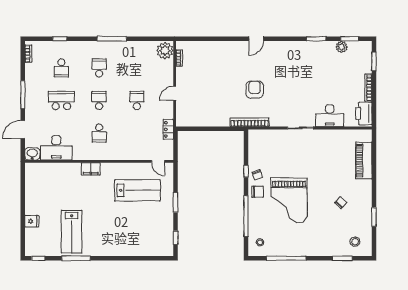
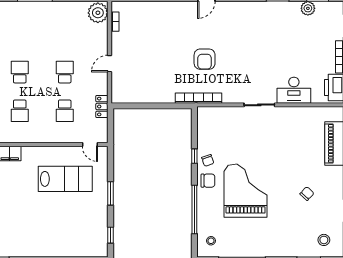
school desk: (99, 68) -> (65, 111), moved, turned 180
armchair: (255, 90) -> (205, 59), turned 180
grand piano: (289, 200) -> (246, 191), turned 180

